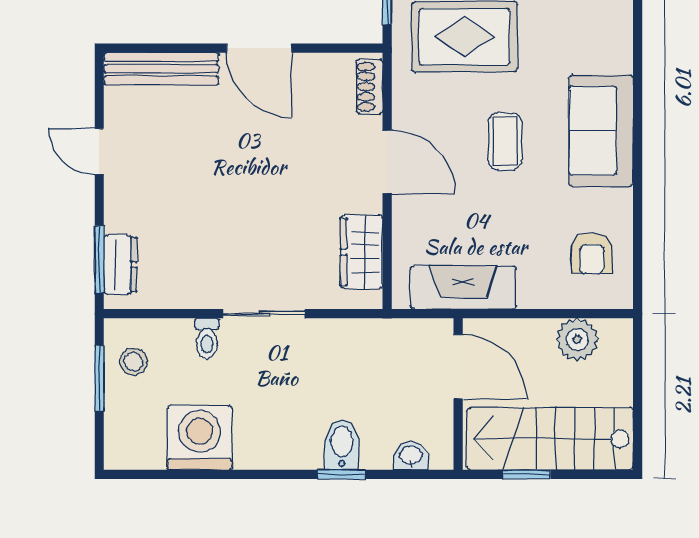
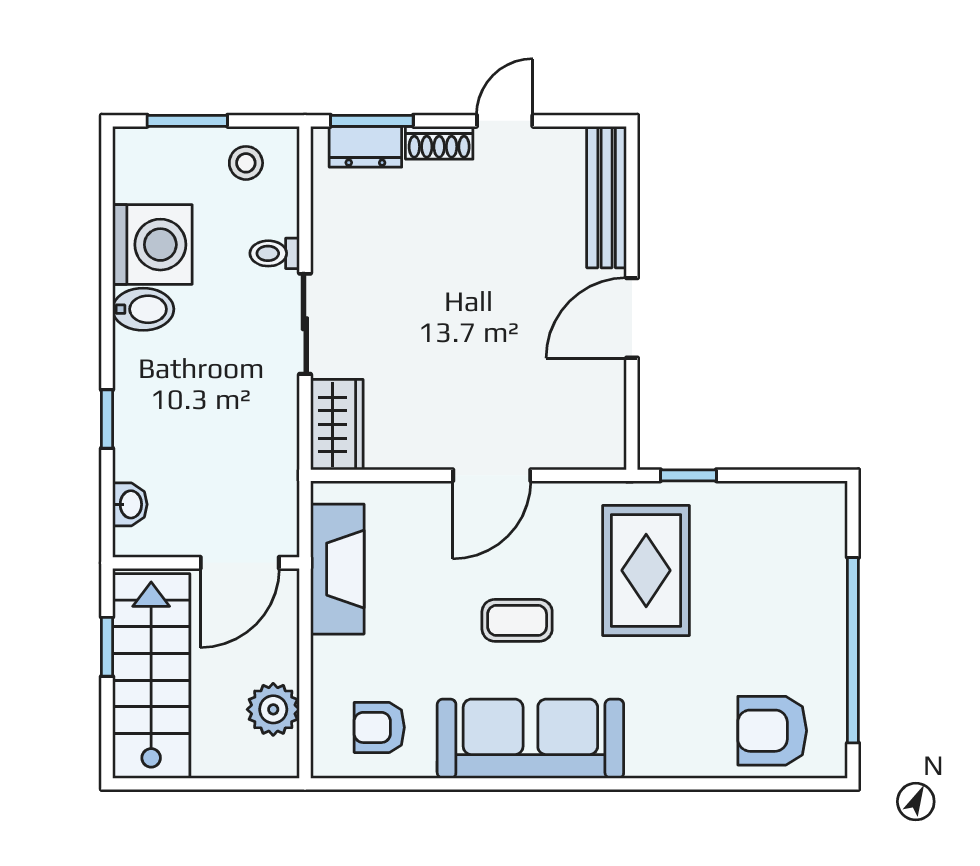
shoe rack: (369, 87) -> (439, 143), moved, turned 180
sofa: (601, 131) -> (530, 739), width x1.36
wardrobe: (361, 252) -> (337, 425), moved, turned 90
window: (99, 378) -> (187, 121), moved
bidet: (342, 445) -> (143, 309), moved

